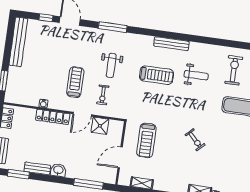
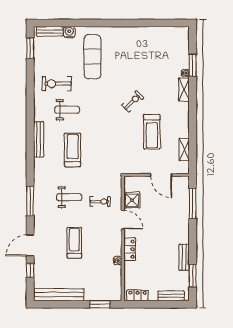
exercise bike: (234, 70) -> (57, 84), moved
weight bench: (196, 75) -> (67, 110), turned 90
treadmill: (75, 82) -> (74, 243), moved, turned 90
locker: (53, 117) -> (130, 249), width x0.66
treadmill: (146, 140) -> (152, 132), moved, turned 90
washbasin: (58, 170) -> (183, 236), removed

